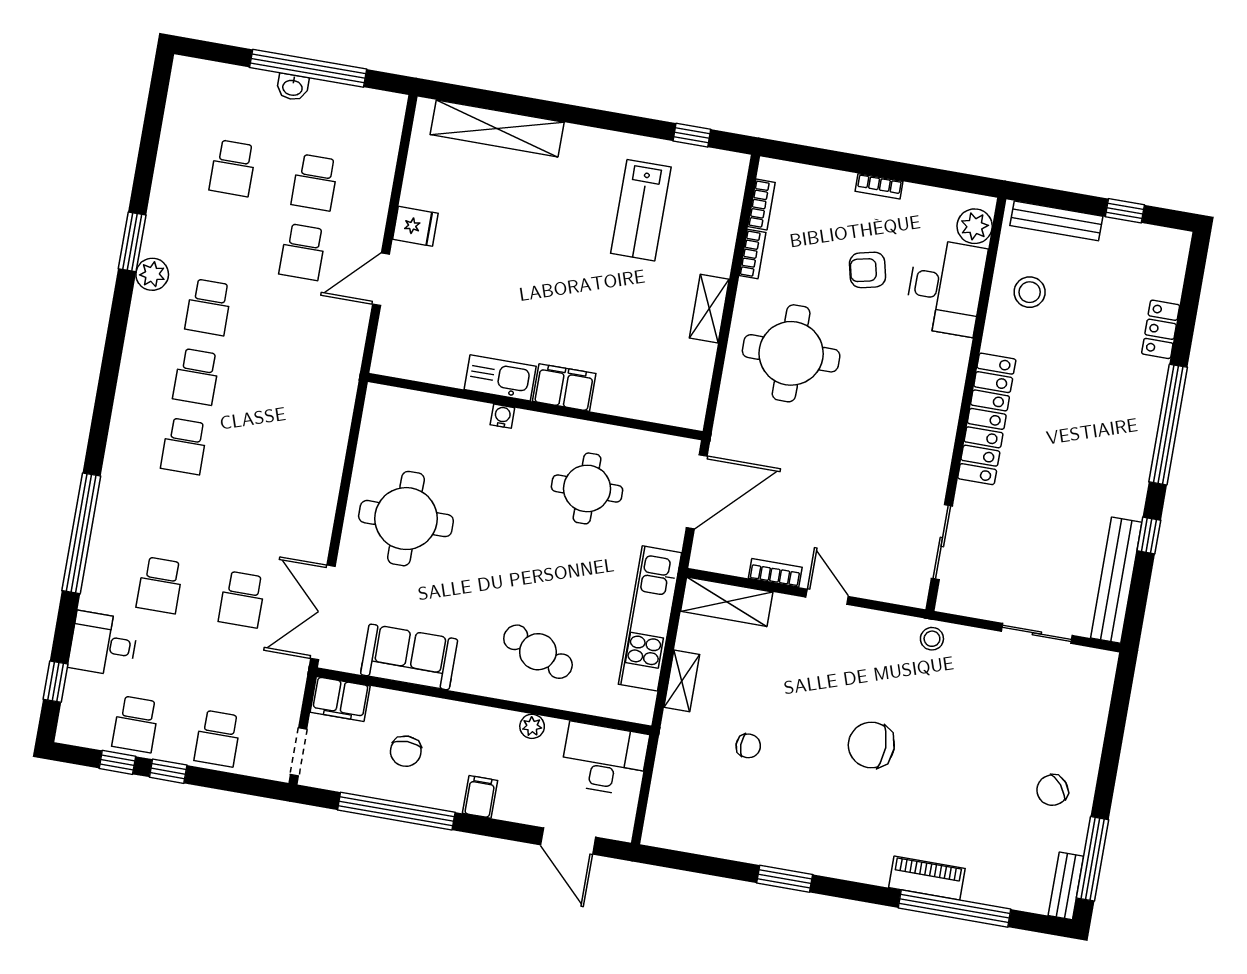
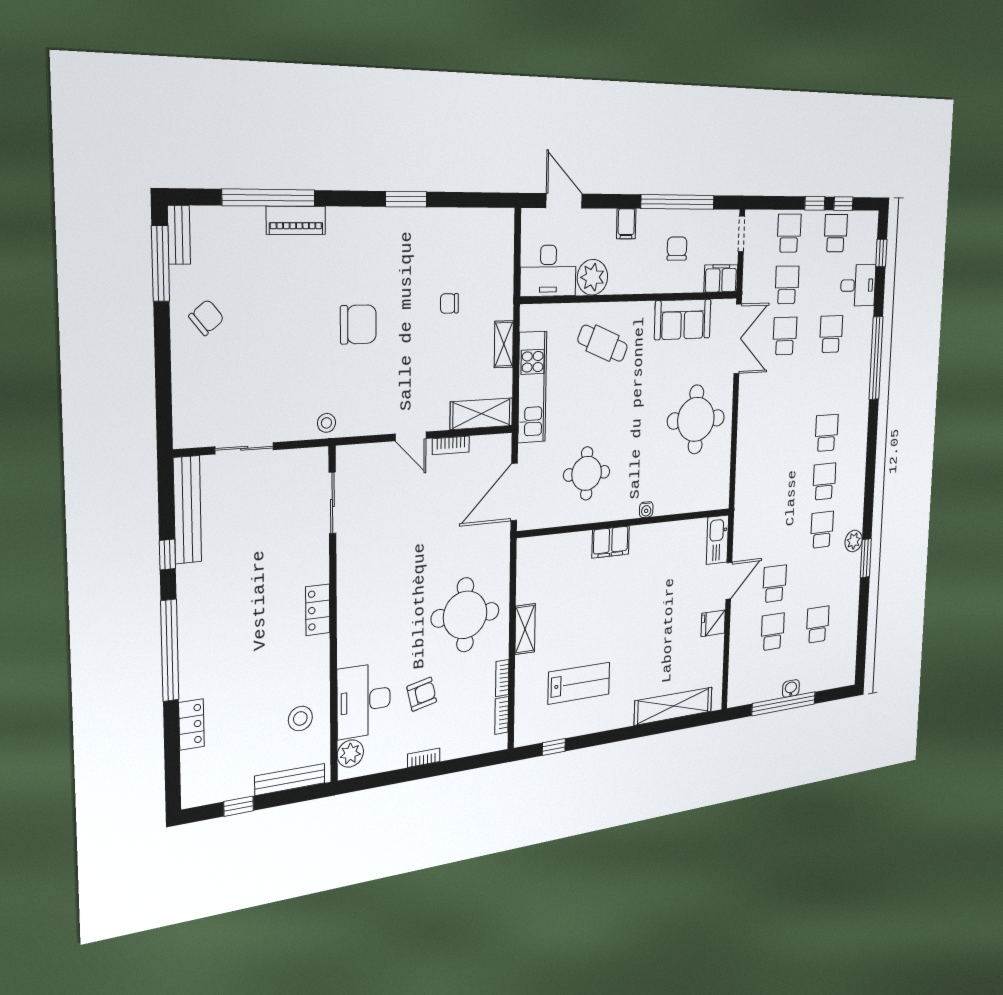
lab bench: (641, 210) -> (579, 683), turned 90
kitchen sink: (500, 378) -> (717, 540), moved, turned 90
locker: (987, 419) -> (318, 610), width x0.46, depth x0.83
school desk: (230, 669) -> (787, 285), added
plant: (532, 726) -> (592, 277), width x1.87, depth x1.87

